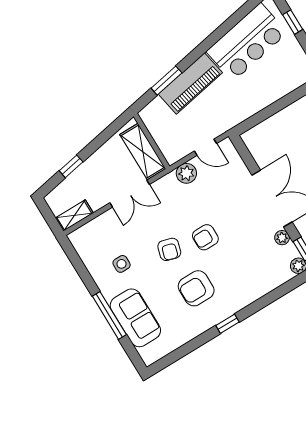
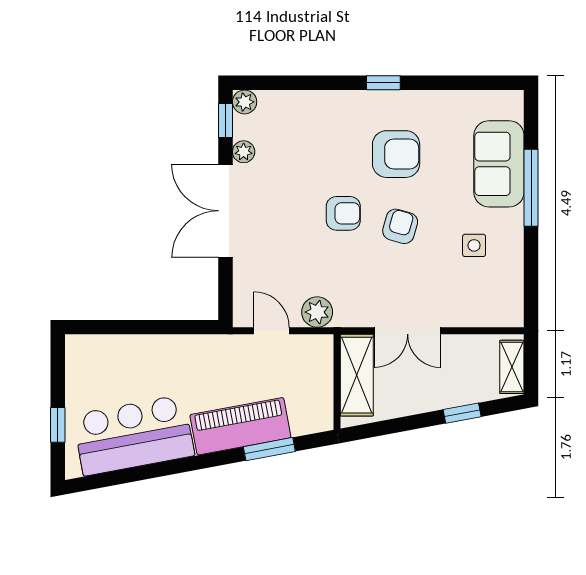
double door: (130, 194) -> (408, 331), swing flipped
shelving: (74, 216) -> (512, 367), moved, turned 90

